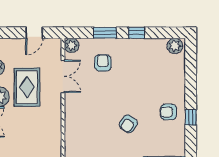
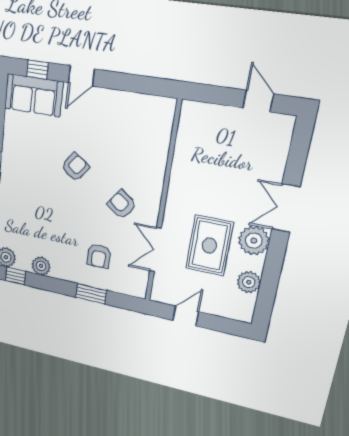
window: (137, 33) -> (15, 276), moved
plant: (72, 45) -> (41, 266), moved
armchair: (169, 112) -> (122, 204), moved, turned -144

